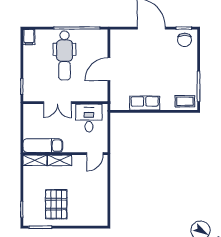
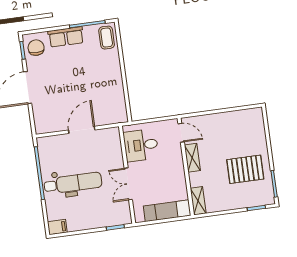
chair: (184, 40) -> (36, 48), turned -90
door: (109, 69) -> (82, 130), swing flipped
double door: (57, 103) -> (128, 184), swing flipped
row of seats: (145, 103) -> (66, 37), moved, turned -90
exam couch: (43, 146) -> (167, 211), moved, turned 90
shelving: (60, 160) -> (192, 158), moved

